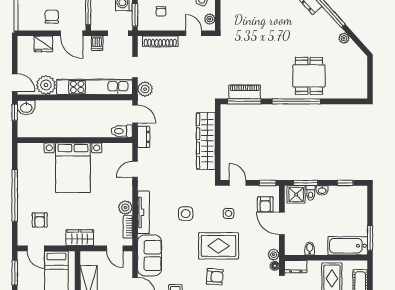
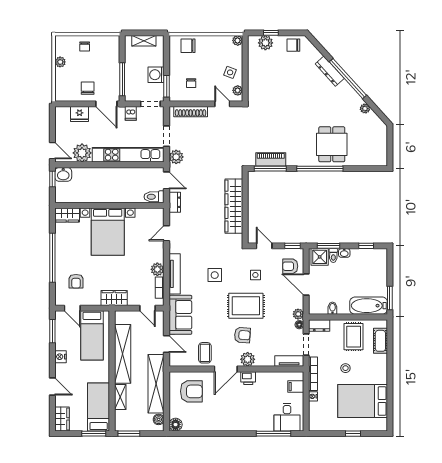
wardrobe: (30, 150) -> (67, 215), added
armchair: (265, 204) -> (290, 266), turned 90

